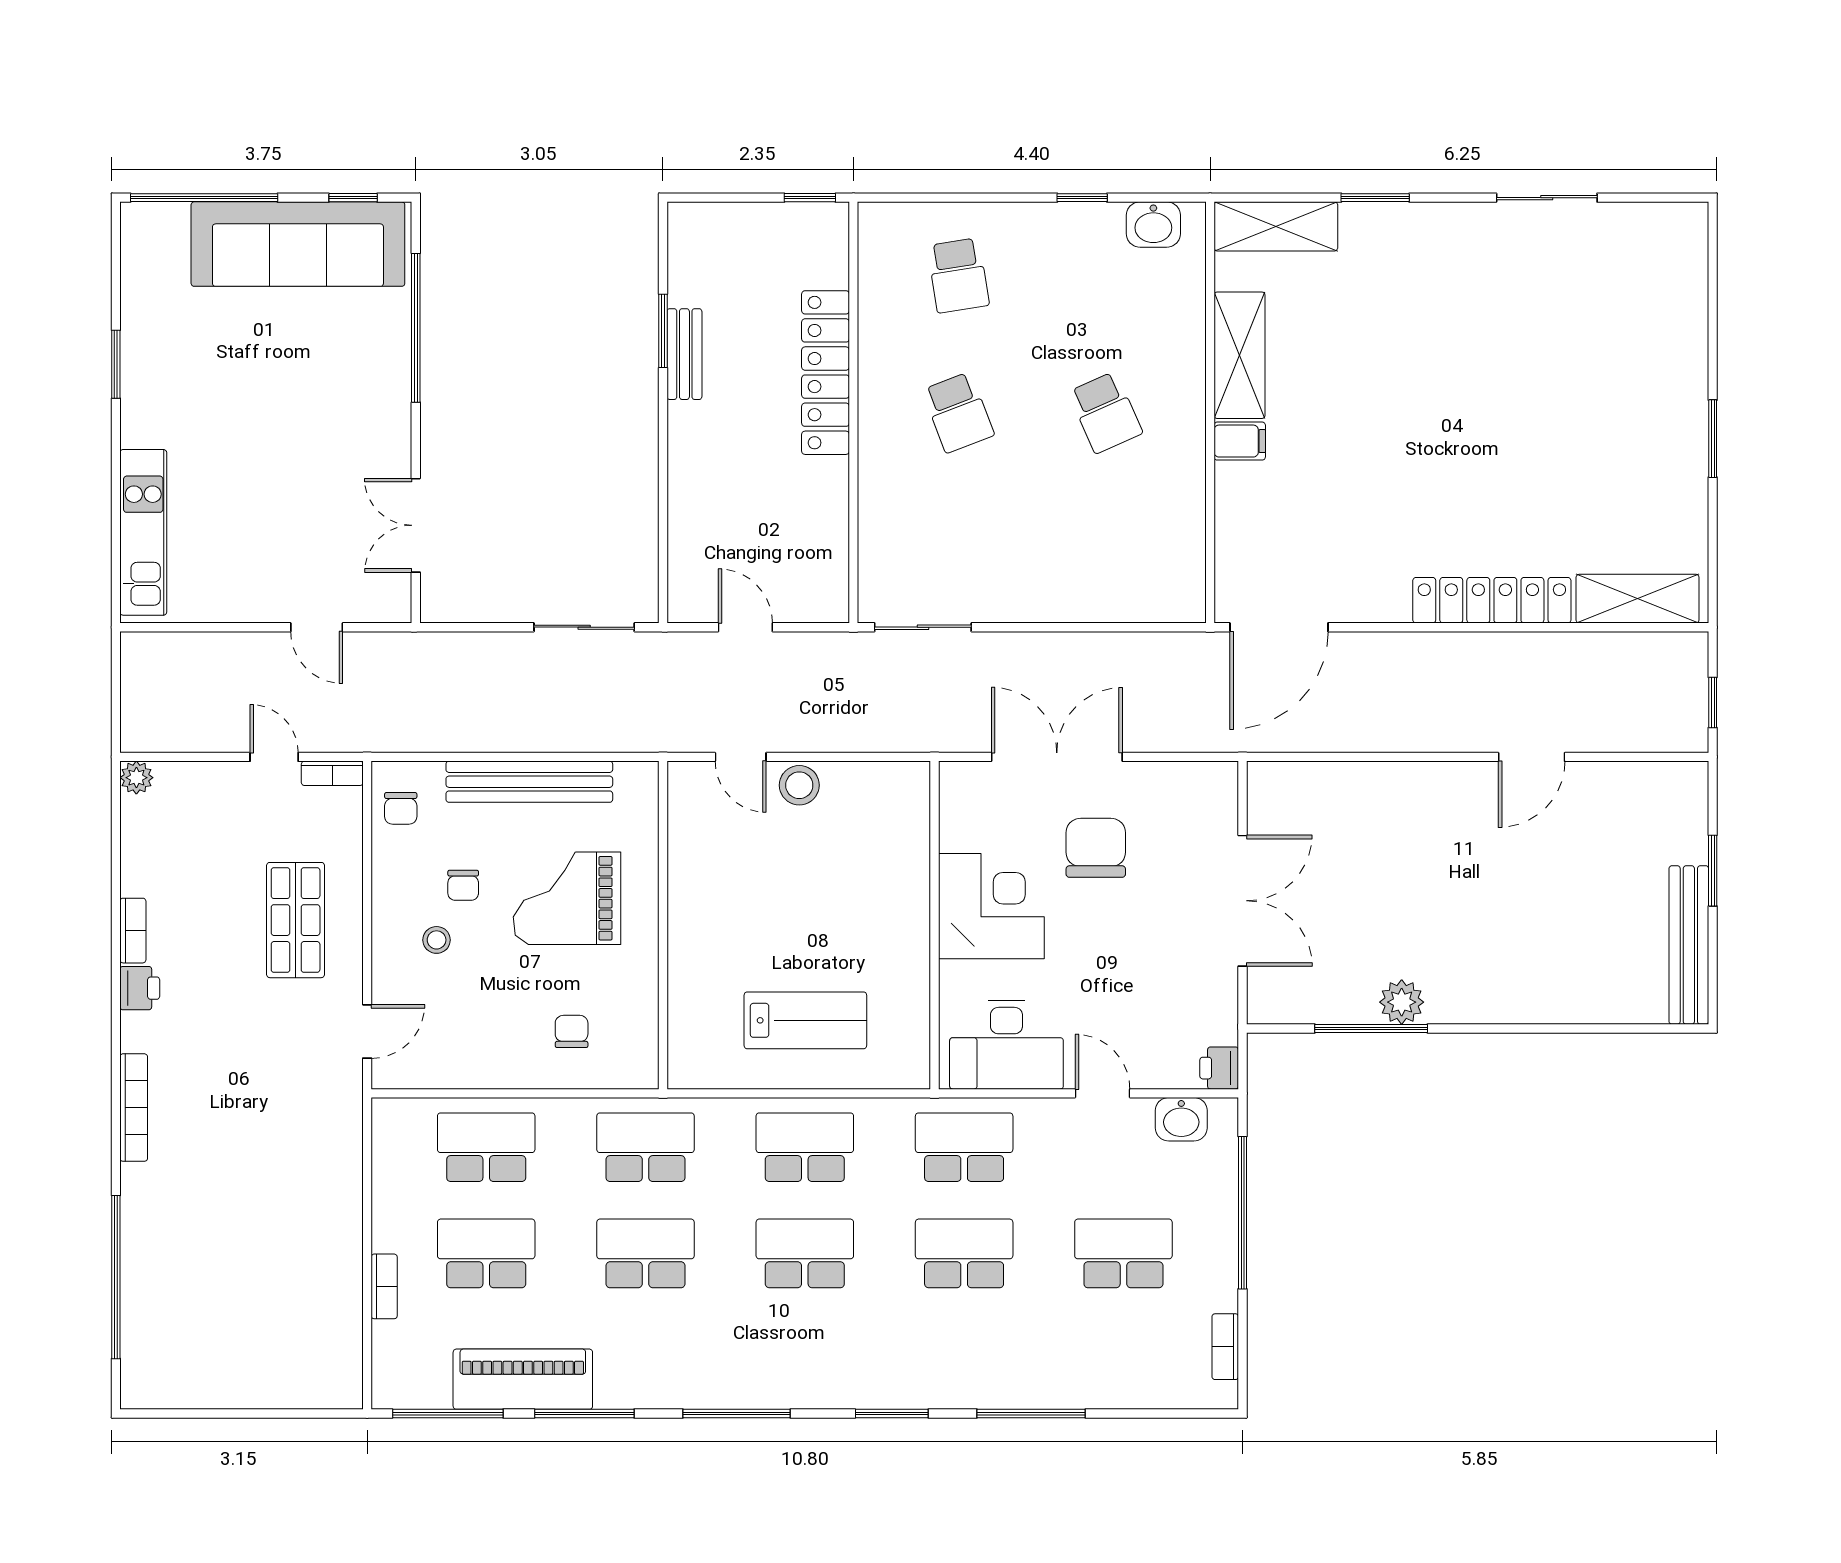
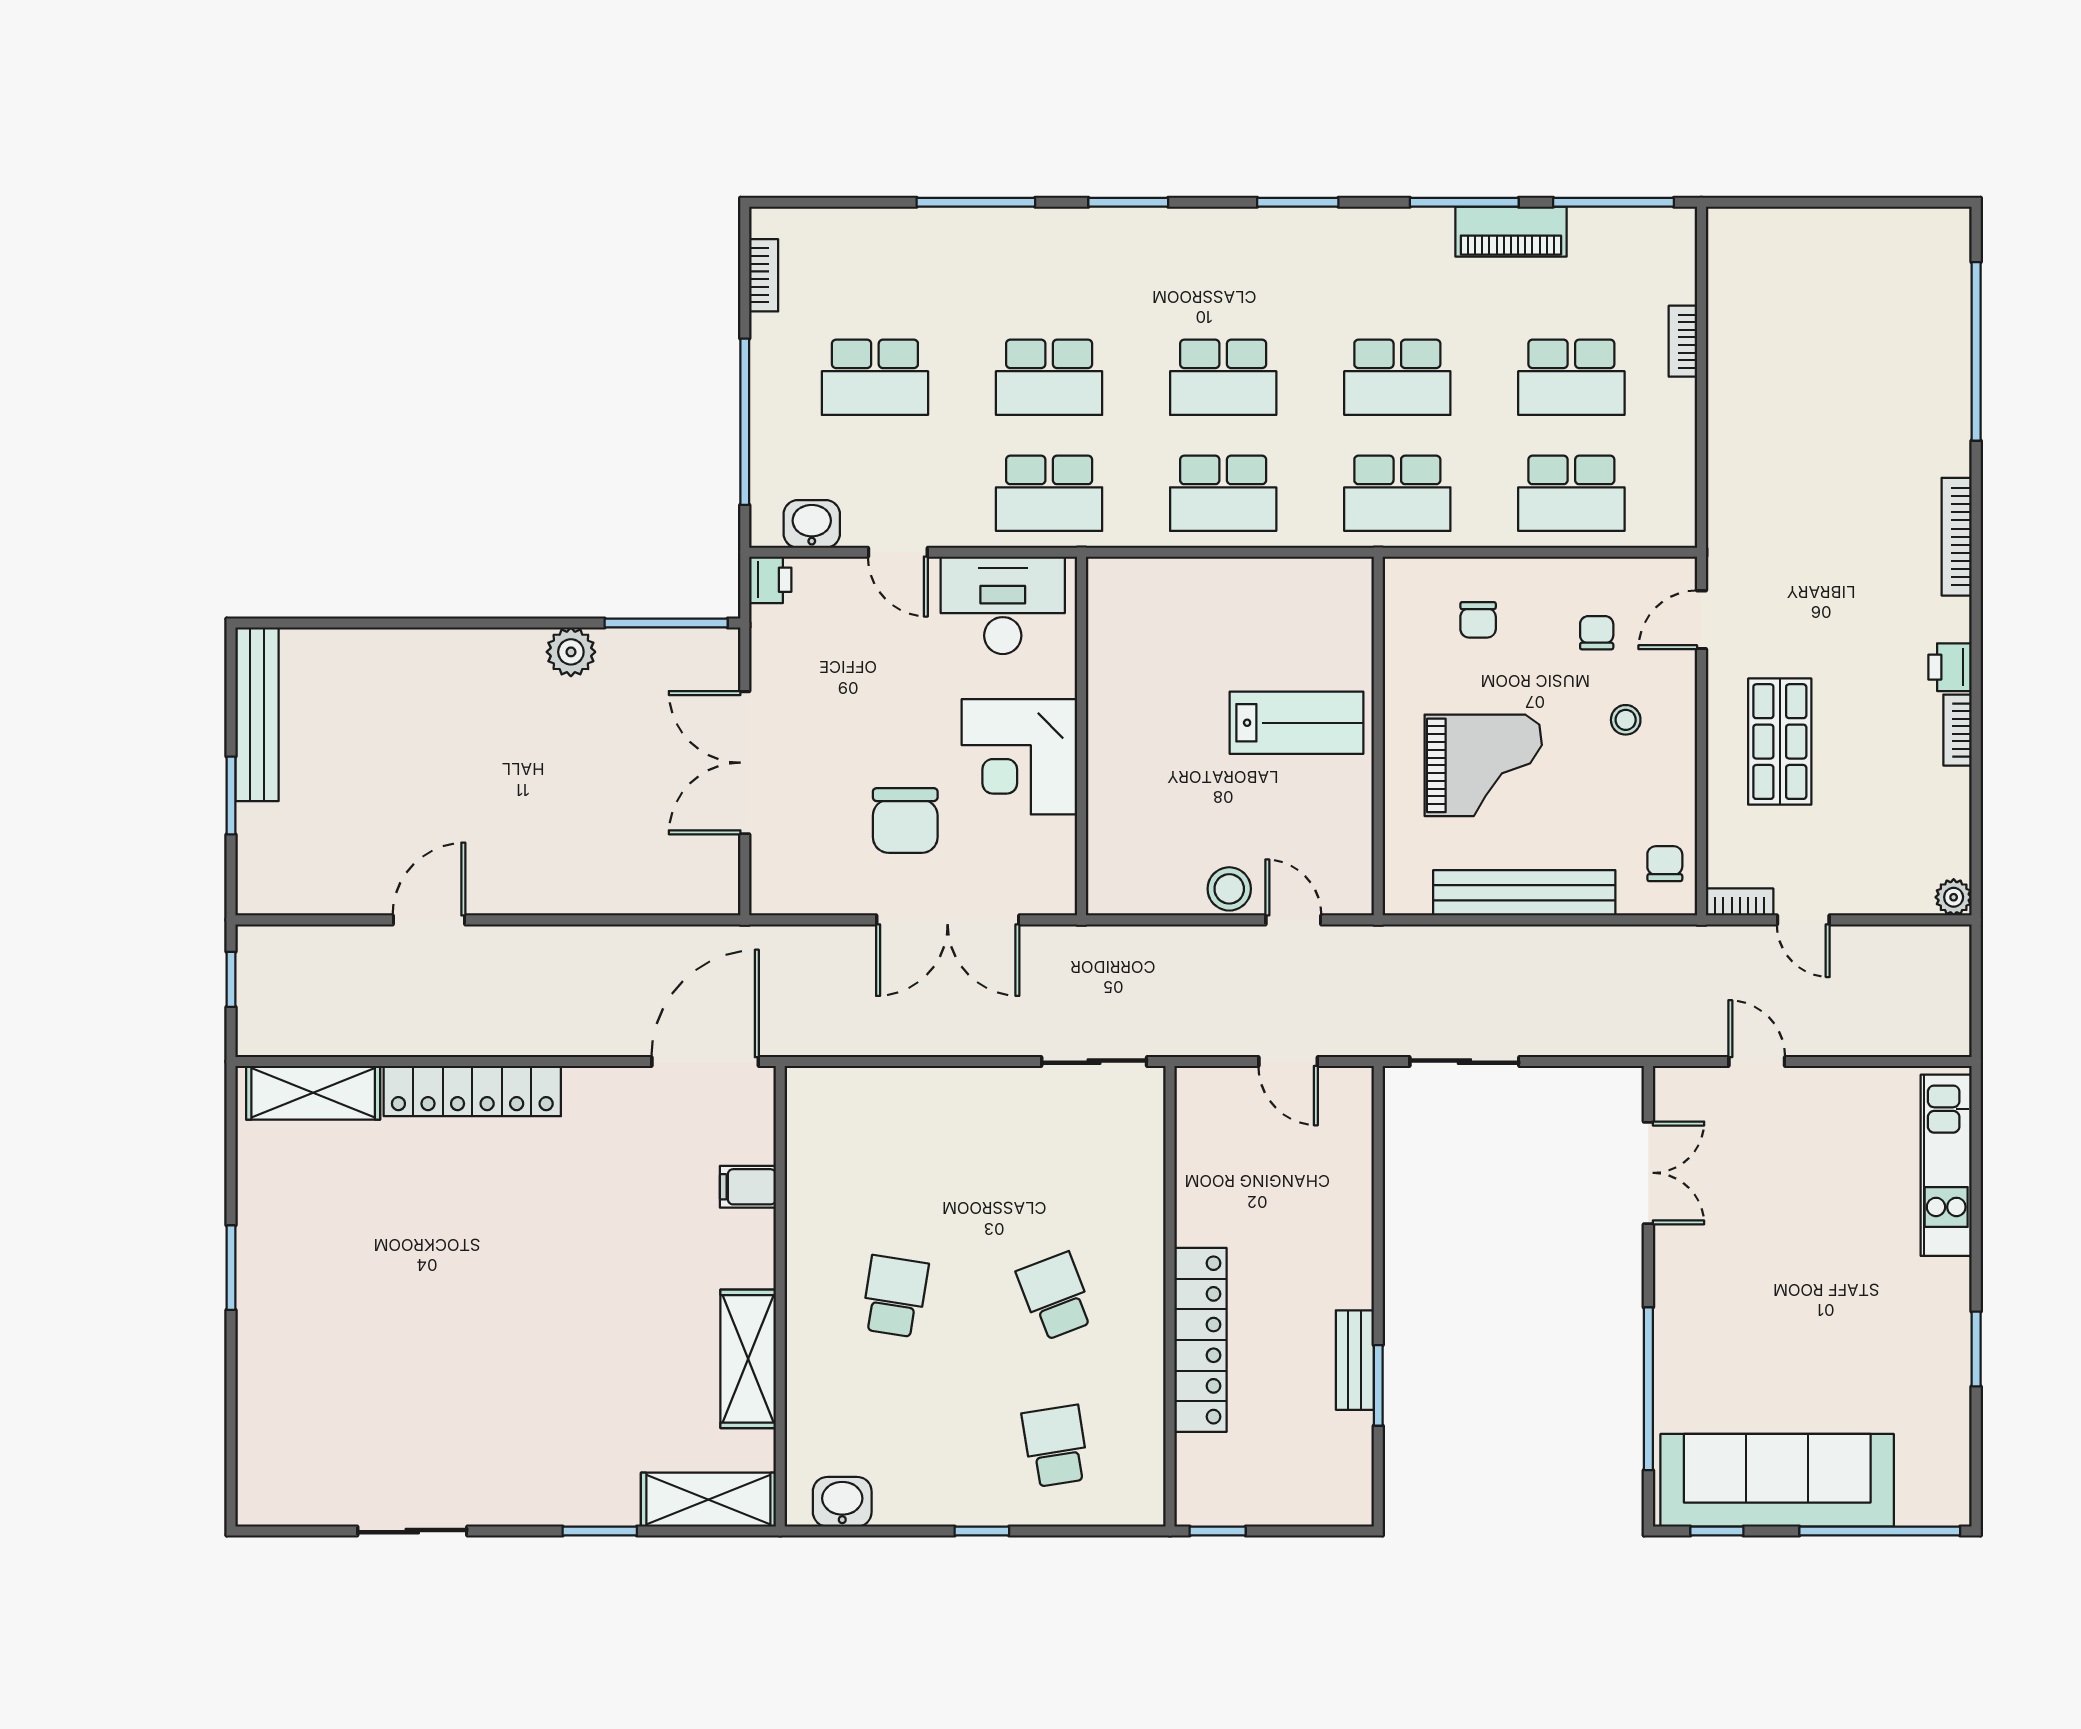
window: (1082, 198) -> (982, 1531), moved
school desk: (1105, 412) -> (895, 1296), turned 33
filing cabinet: (1240, 441) -> (748, 1187), moved
chair: (463, 885) -> (1597, 633), moved
lab bench: (805, 1020) -> (1296, 723), moved, turned 180
window: (1371, 1028) -> (666, 623), moved
piano: (523, 1379) -> (1511, 232), width x0.73, depth x0.75
window: (737, 1413) -> (1298, 202), width x0.69

